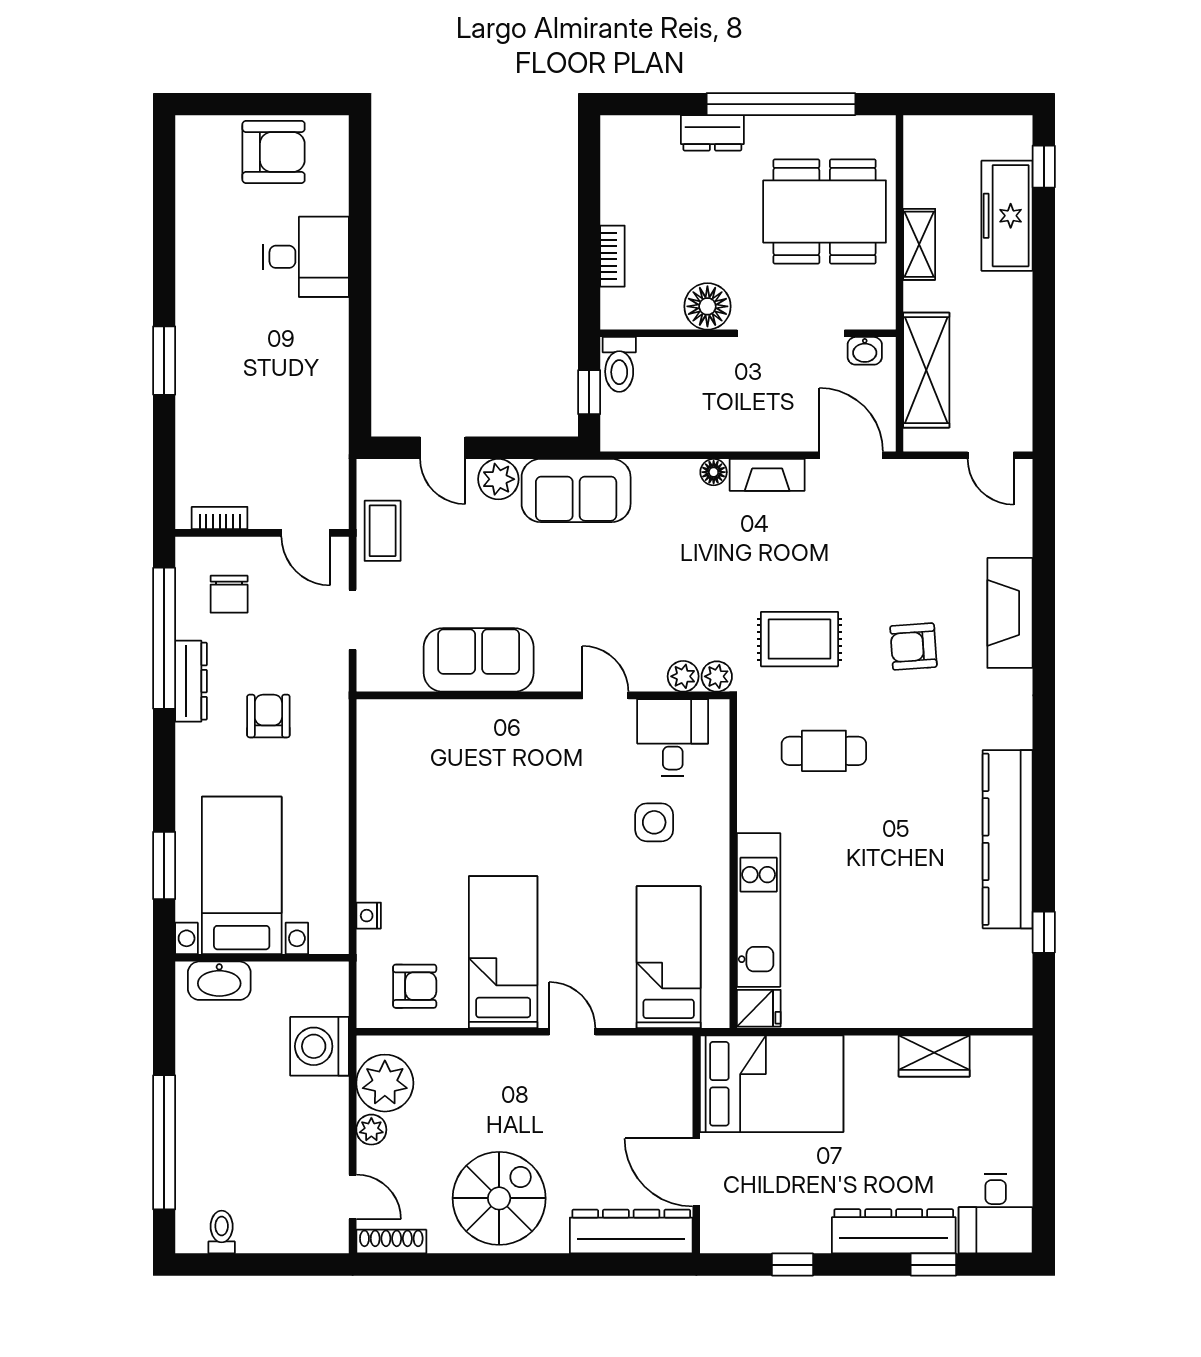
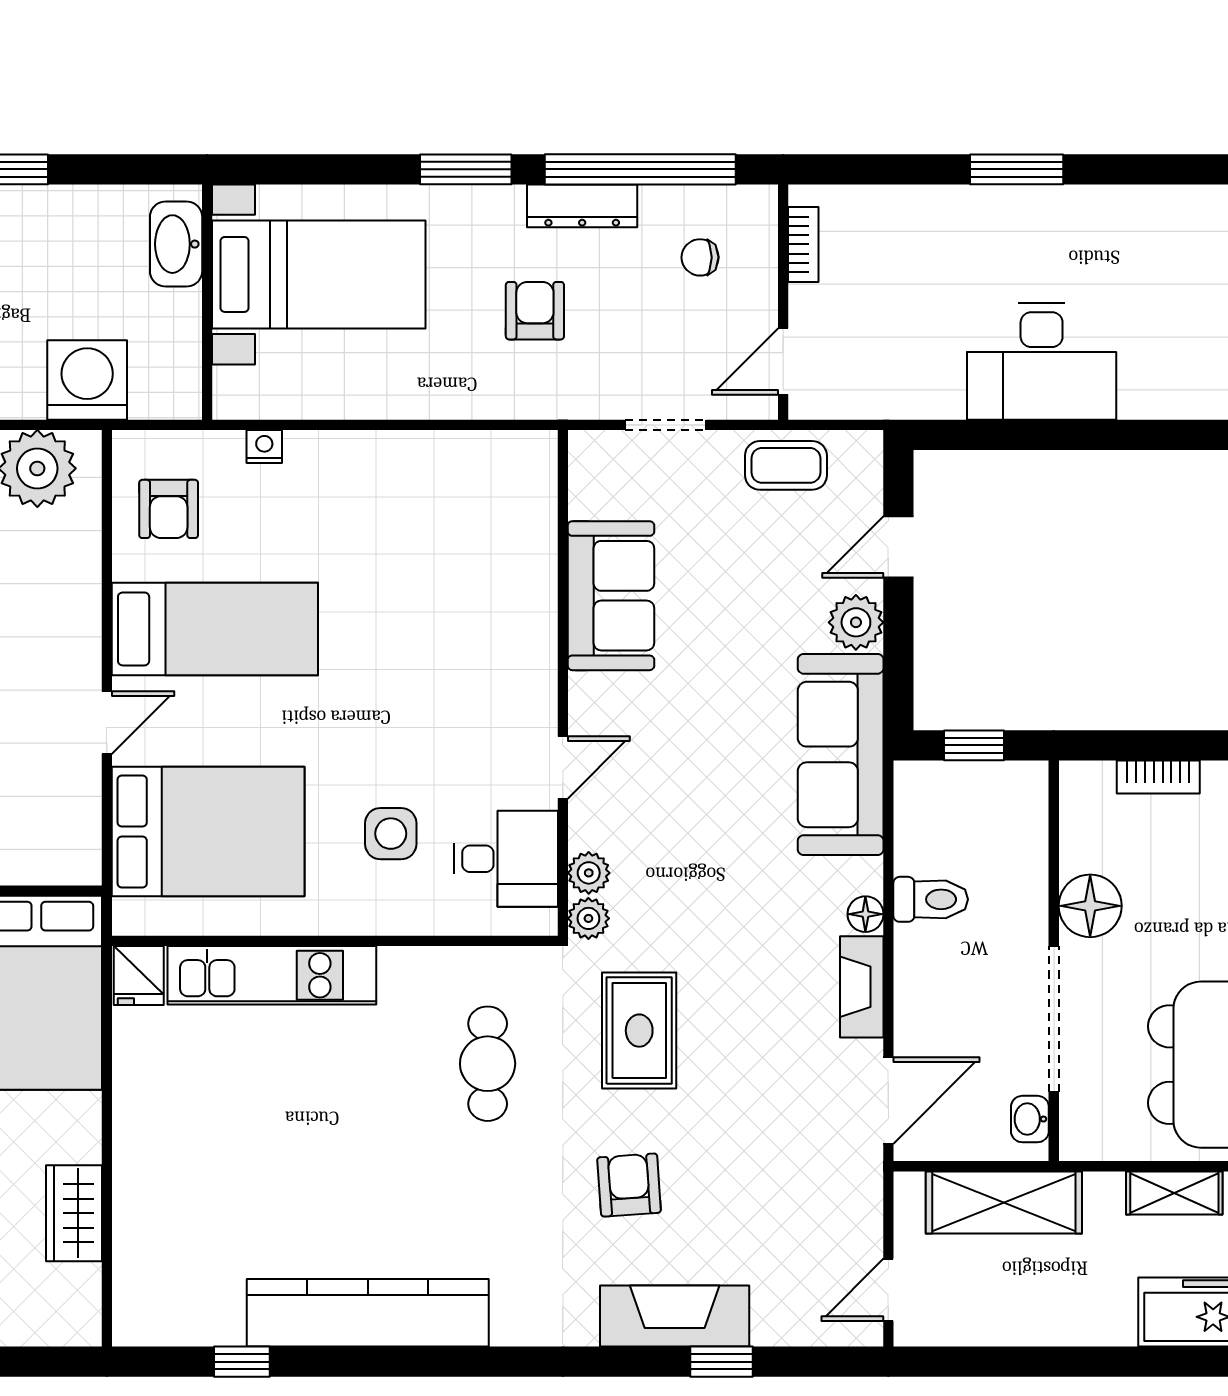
desk: (306, 257) -> (1042, 361), moved, width x1.37
toilet: (619, 364) -> (931, 899), moved, turned 180
sofa: (576, 490) -> (841, 754), width x1.36
window: (1044, 578) -> (722, 1362), added
chair: (229, 594) -> (700, 257), width x0.73, depth x0.73
armchair: (268, 716) -> (535, 311), turned -90
window: (164, 865) -> (466, 169), moved
bed: (669, 957) -> (208, 832), width x1.50

